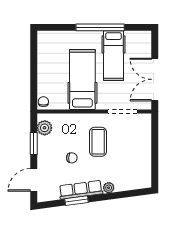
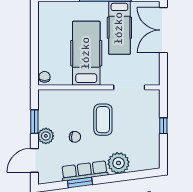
double door: (155, 79) -> (163, 30), moved
plant: (45, 128) -> (46, 136), moved
window: (155, 148) -> (163, 126), added
plant: (109, 188) -> (119, 163), width x1.88, depth x1.88

